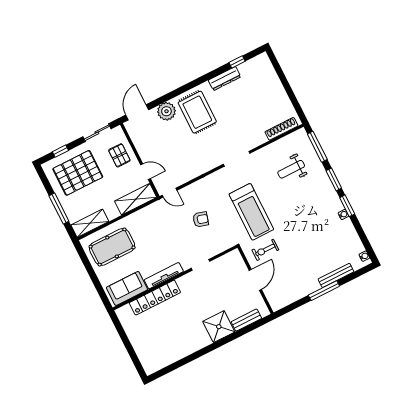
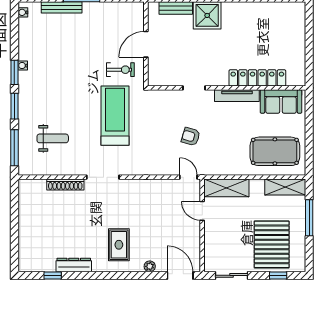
plant: (166, 111) -> (150, 266), width x0.53, depth x0.53
door: (137, 112) -> (180, 275), swing flipped
rug: (197, 112) -> (119, 245), width x0.73, depth x0.70
shoe rack: (281, 129) -> (65, 185), moved
pallet: (119, 155) -> (220, 241), removed
pallet: (78, 173) -> (272, 244), turned 90
armchair: (201, 219) -> (191, 137), moved

